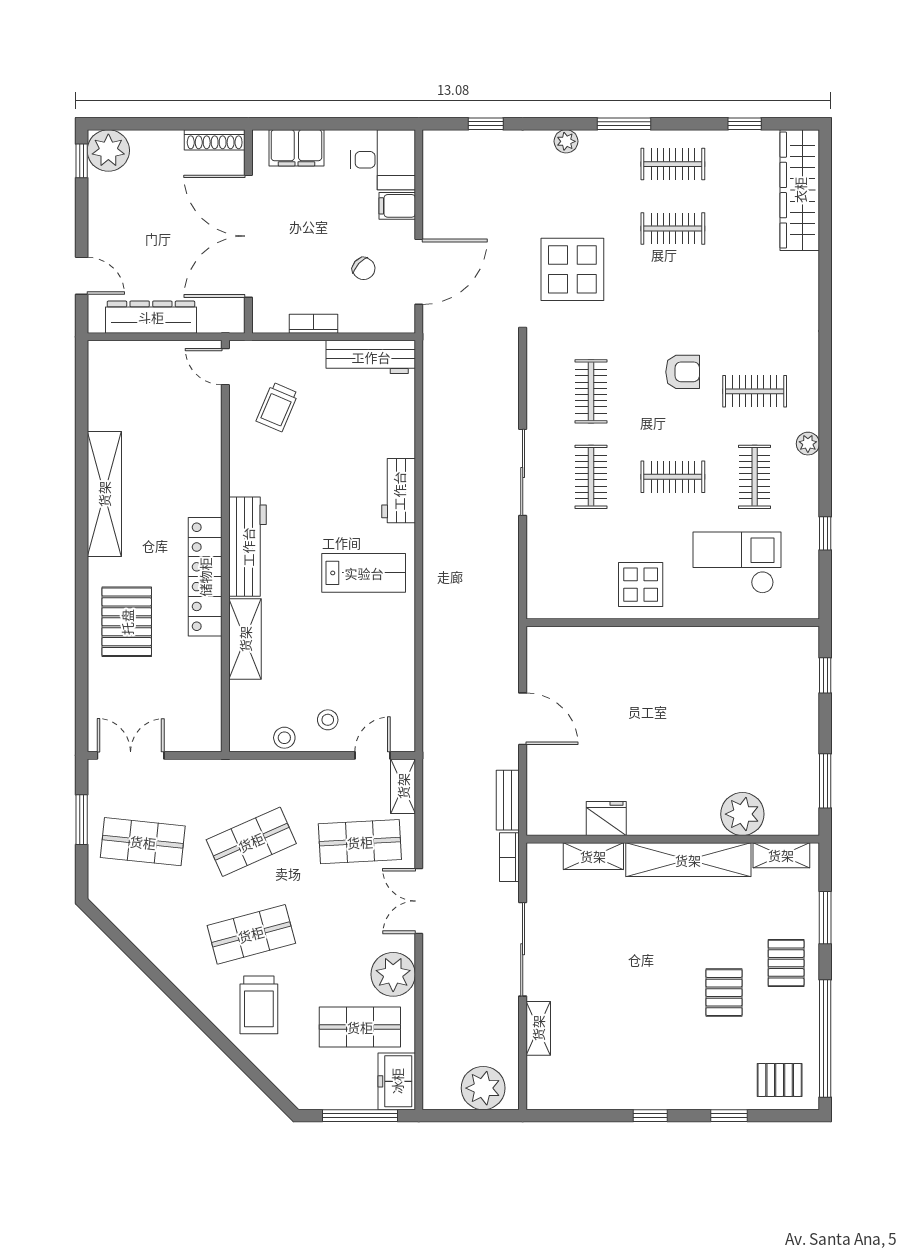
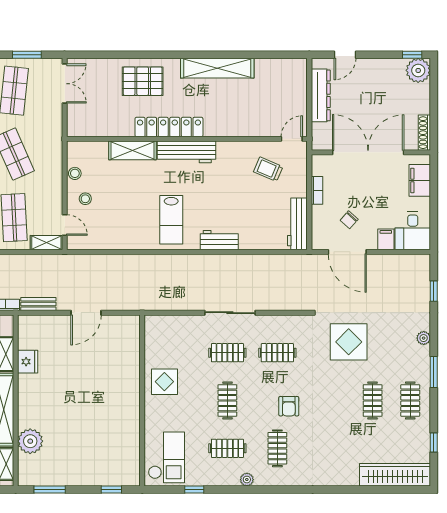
checkout: (737, 563) -> (166, 457), moved

